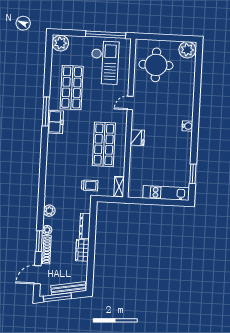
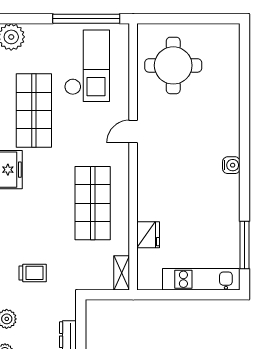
plant: (187, 50) -> (225, 37), removed
fridge: (137, 138) -> (148, 235), moved
window: (193, 174) -> (244, 245), width x1.44
trolley: (90, 185) -> (33, 273), moved

